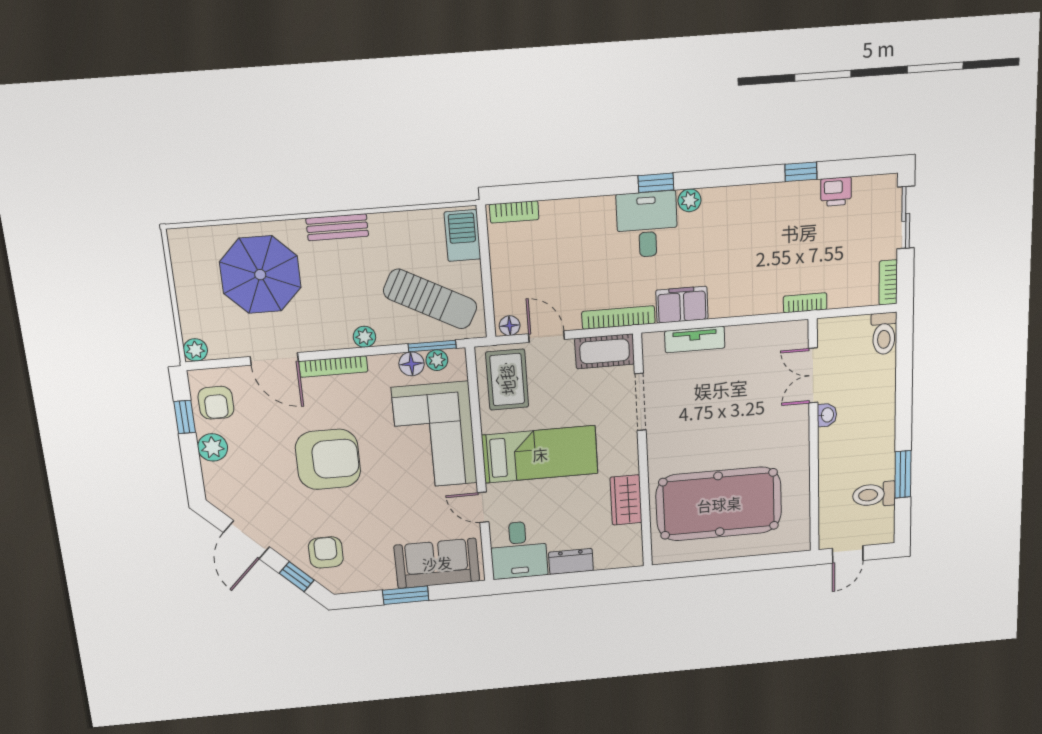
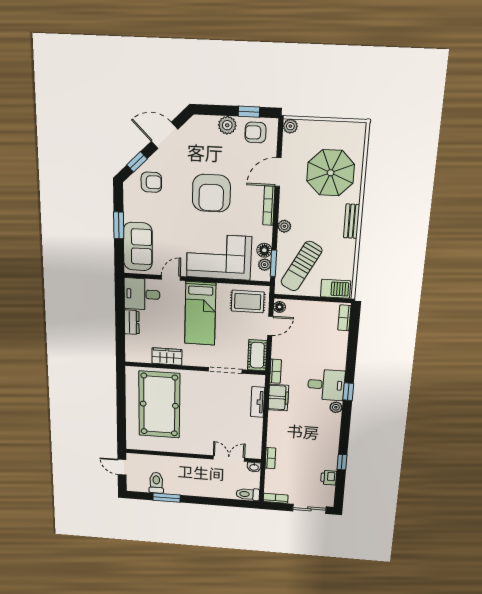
bookcase: (618, 318) -> (275, 371), width x0.64
washbasin: (827, 415) -> (254, 467), moved

